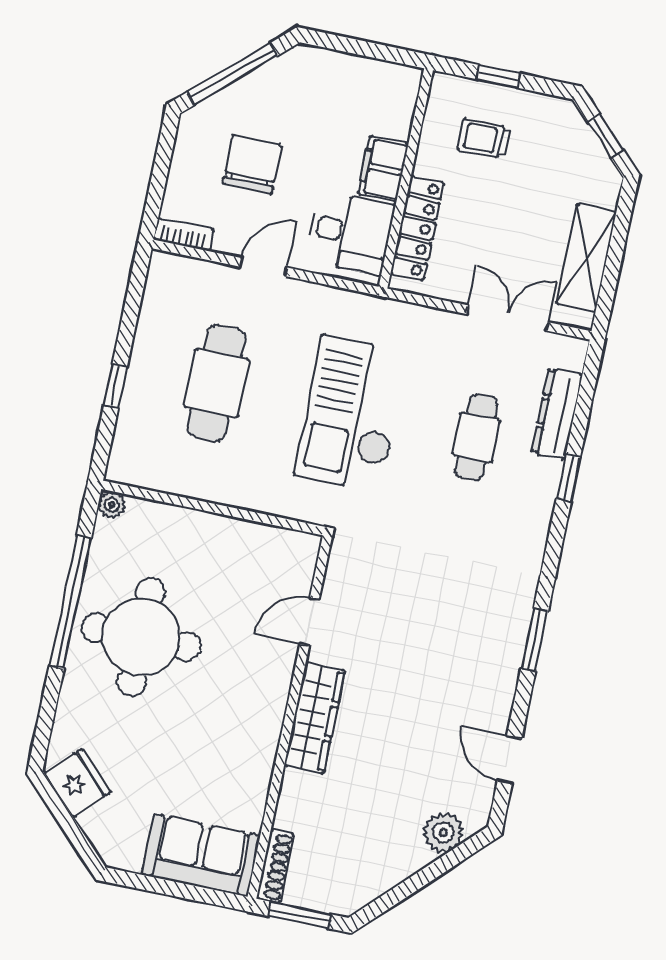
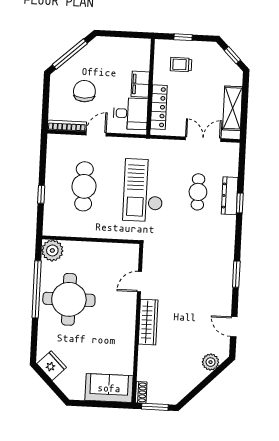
bookcase: (184, 234) -> (67, 126), width x1.56
dresser: (557, 414) -> (230, 196), moved
plant: (112, 505) -> (52, 250), width x1.88, depth x1.88
shoe rack: (275, 866) -> (141, 392), width x0.70

